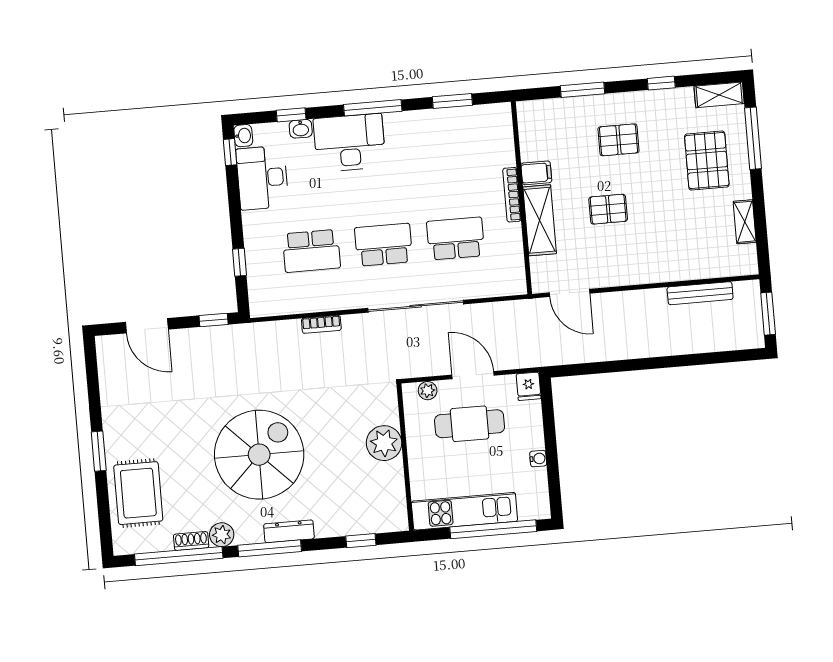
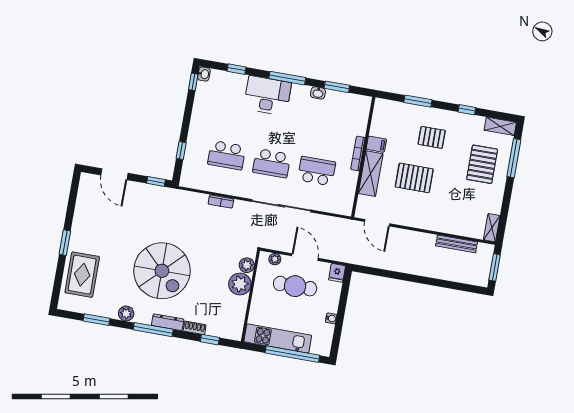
washbasin: (301, 129) -> (318, 93), moved
desk: (262, 178) -> (209, 103), removed
pallet: (608, 209) -> (414, 178), width x1.50, depth x1.42
shelving: (745, 222) -> (492, 228), moved
school desk: (383, 245) -> (272, 163), turned 180
plant: (387, 411) -> (247, 265), added
spiral stairs: (259, 455) -> (162, 271), turned 90
shoe rack: (191, 541) -> (195, 328), moved
window: (179, 556) -> (97, 320), width x0.47

